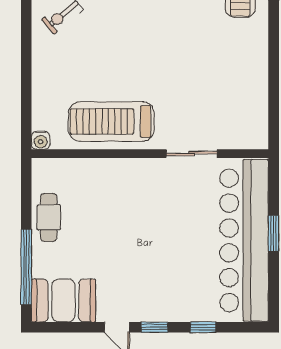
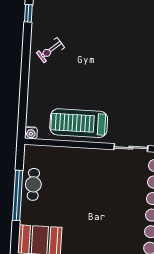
window: (26, 267) -> (18, 196), moved

